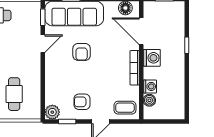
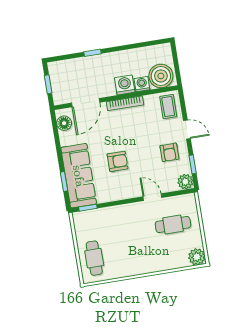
door: (43, 44) -> (152, 197), moved
washing machine: (152, 58) -> (125, 85), moved
boiler: (149, 100) -> (161, 76), width x1.86, depth x1.86

